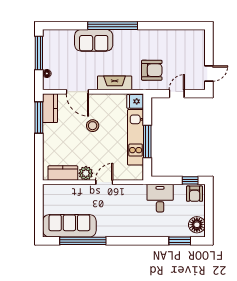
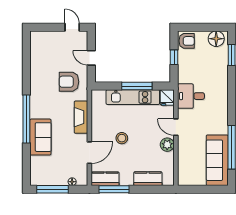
armchair: (152, 70) -> (69, 82), turned -90
fridge: (135, 101) -> (167, 98), moved
kitchen counter: (63, 173) -> (148, 179), moved, turned 90
window: (190, 180) -> (174, 57), moved
desk: (160, 198) -> (191, 96), moved

